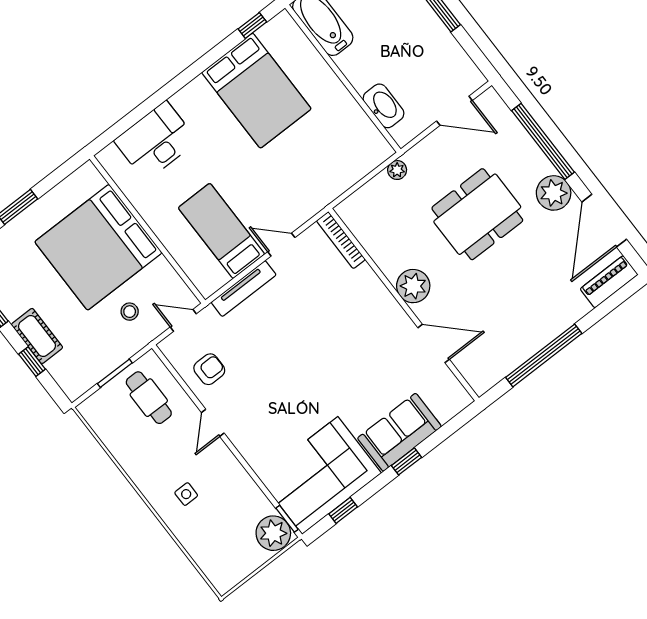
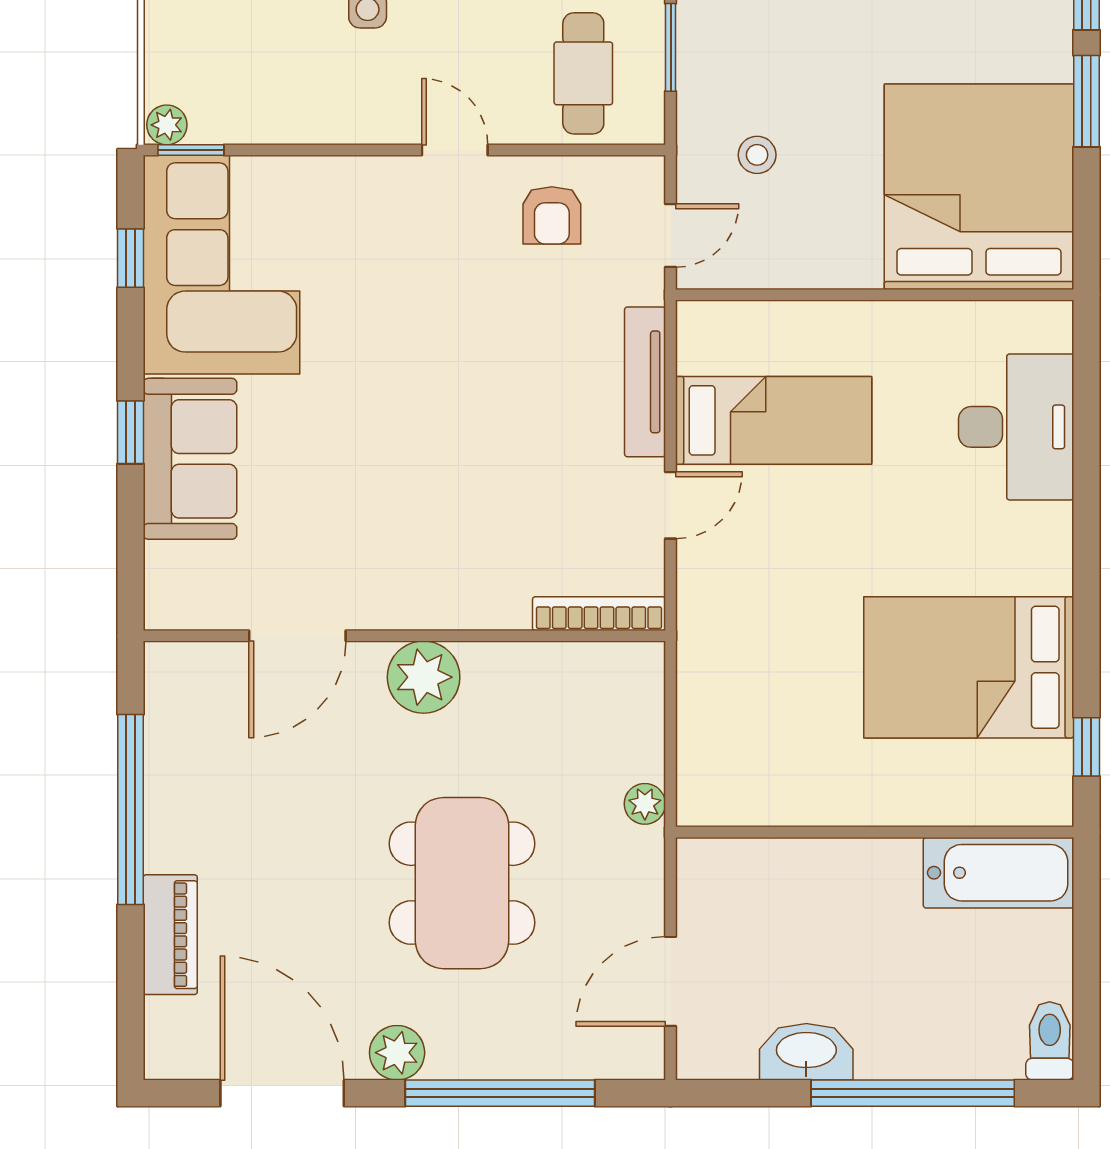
washbasin: (384, 106) -> (806, 1052), moved, turned 180
plant: (554, 193) -> (397, 1053), width x0.73, depth x0.73
bed: (98, 247) -> (979, 187), moved
piano: (609, 282) -> (170, 935), moved
cafe table: (149, 398) -> (583, 73), turned 90
plant: (273, 533) -> (167, 125), width x0.53, depth x0.53

